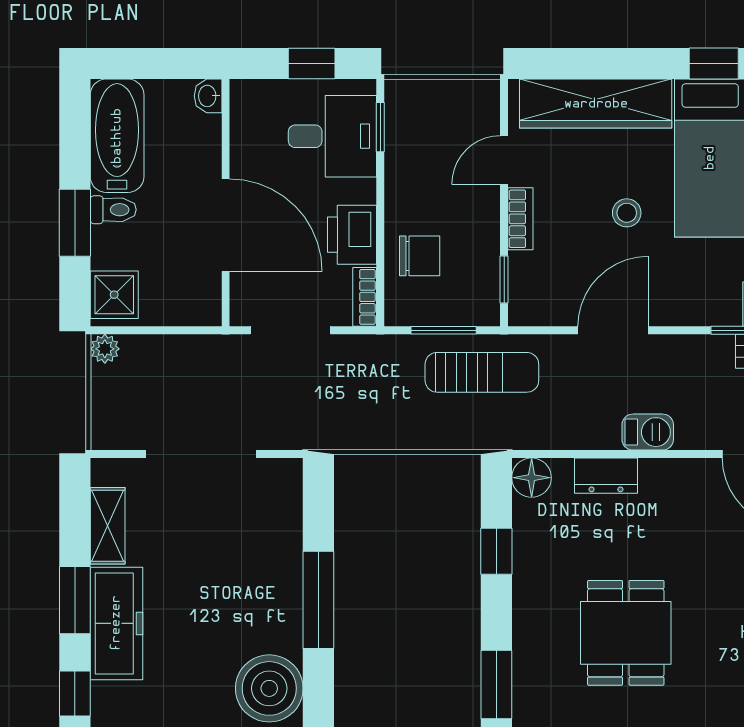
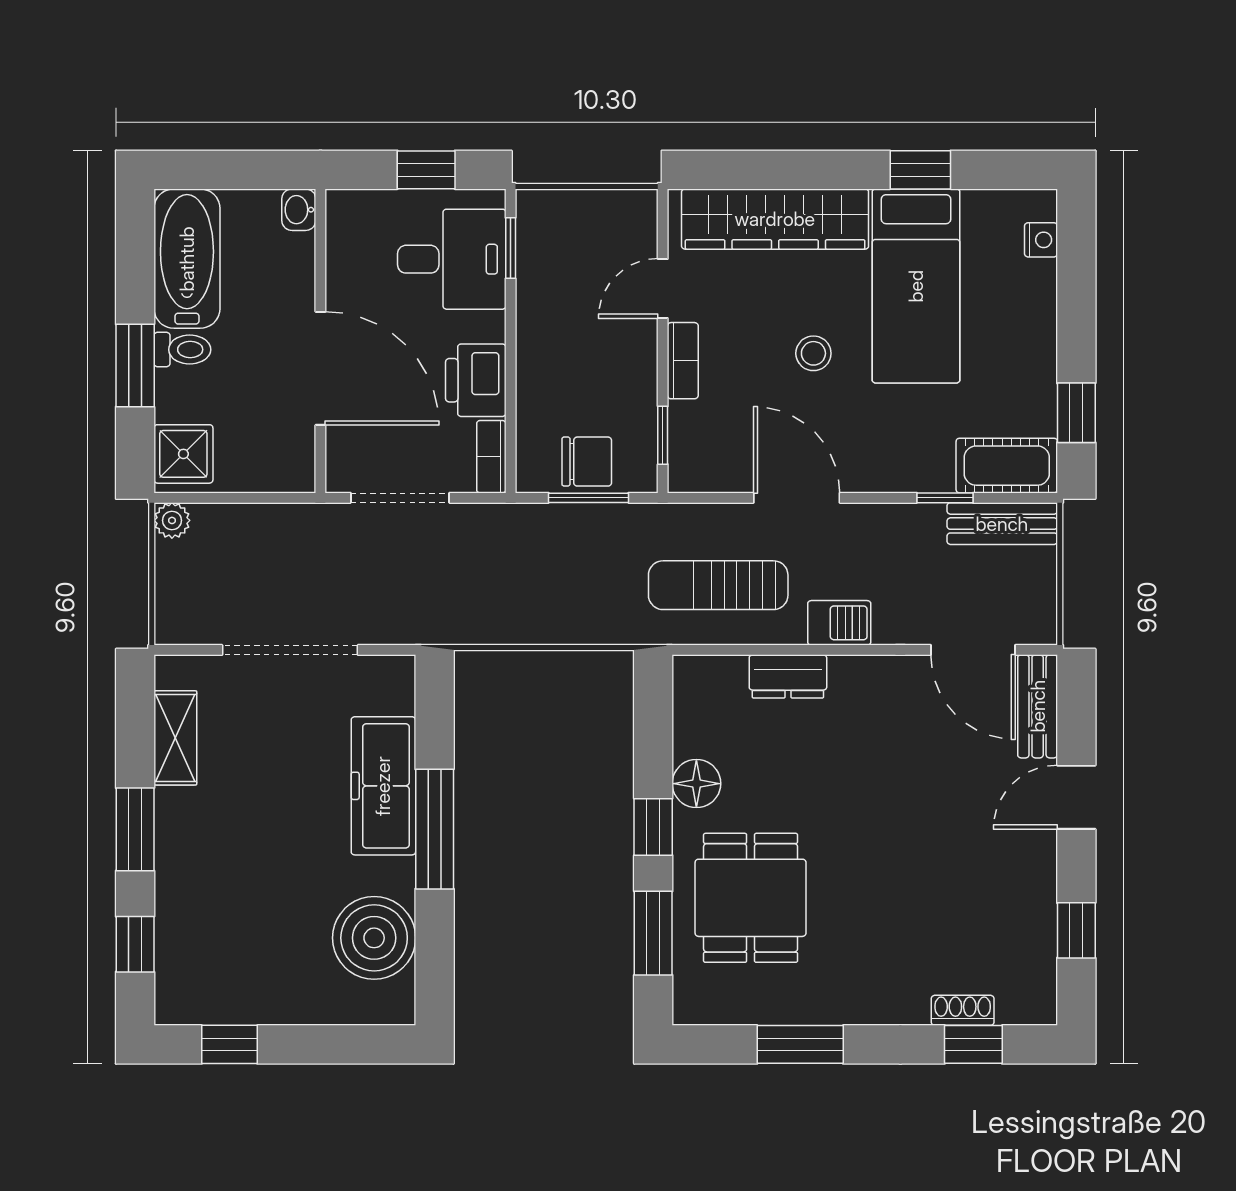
chair: (420, 256) -> (587, 462), moved
door: (613, 330) -> (797, 498), hinge flipped
sun lounger: (482, 372) -> (718, 585), moved, turned 180
floor lamp: (532, 478) -> (696, 784), moved
window: (496, 551) -> (653, 827), moved
freezer: (116, 623) -> (383, 786), moved, turned 180
dining table: (626, 633) -> (751, 898), moved

